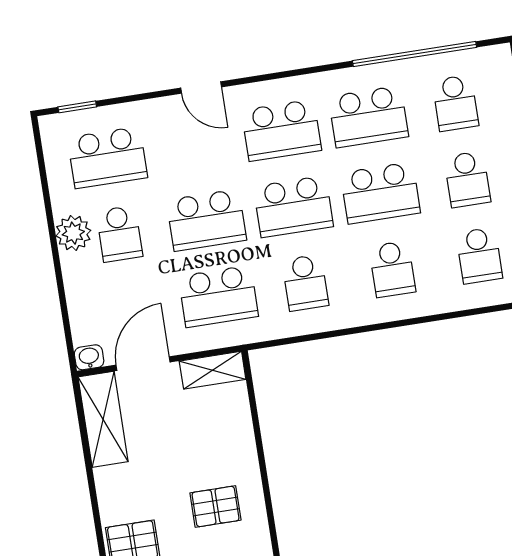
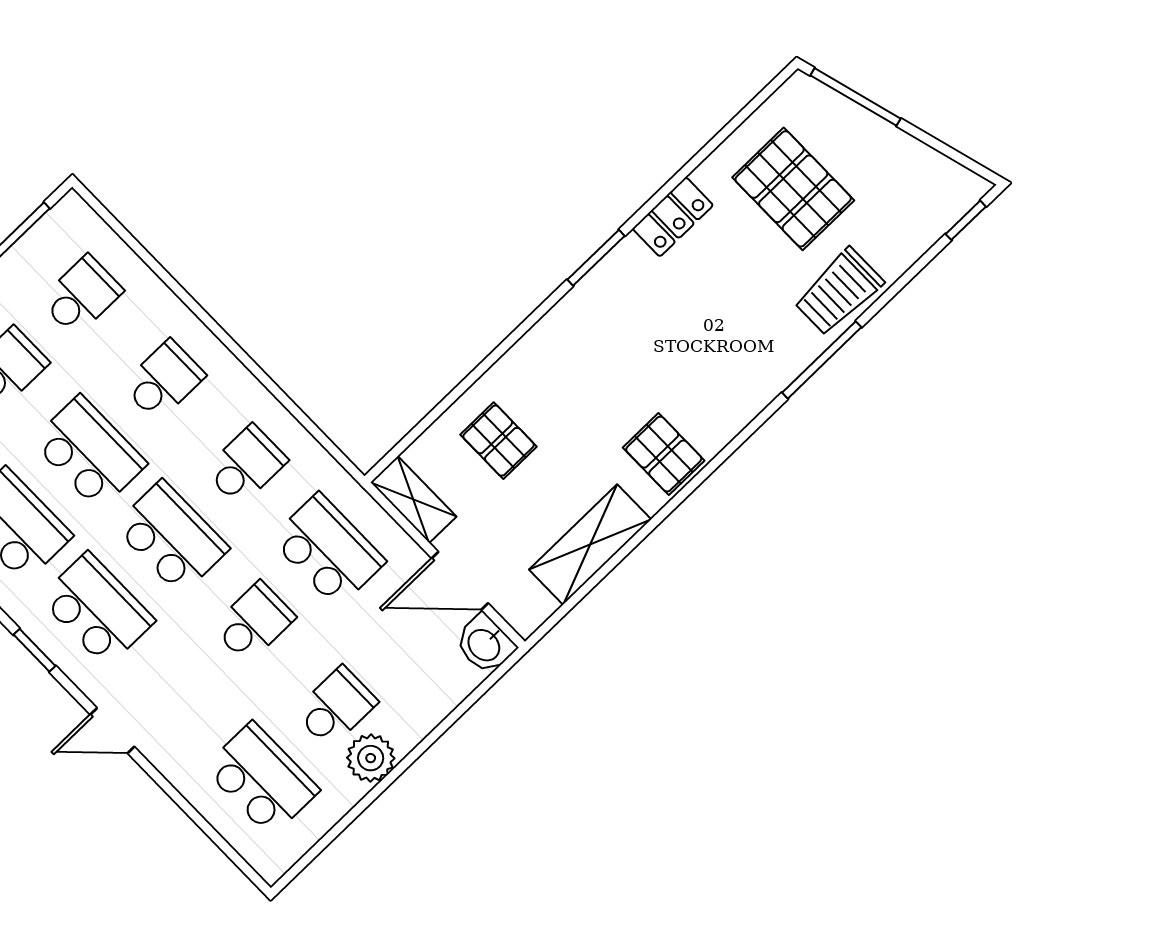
door: (201, 87) -> (112, 731), swing flipped
window: (77, 107) -> (34, 650), moved
school desk: (206, 220) -> (254, 622), width x0.54
washbasin: (89, 357) -> (485, 644), width x1.38, depth x1.45
shelving: (103, 419) -> (590, 544), moved
pallet: (215, 506) -> (499, 441), moved

